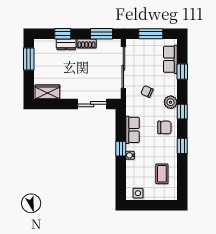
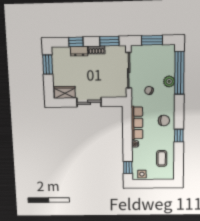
row of seats: (170, 59) -> (169, 62), removed
window: (182, 72) -> (179, 73), width x3.17
plant: (171, 102) -> (169, 81), moved
sliding door: (92, 104) -> (89, 102), moved
window: (182, 112) -> (179, 107), removed
row of seats: (133, 130) -> (137, 123), width x1.48
window: (121, 149) -> (128, 167), moved

